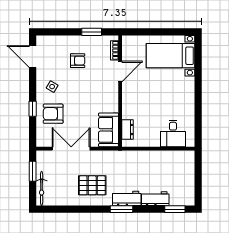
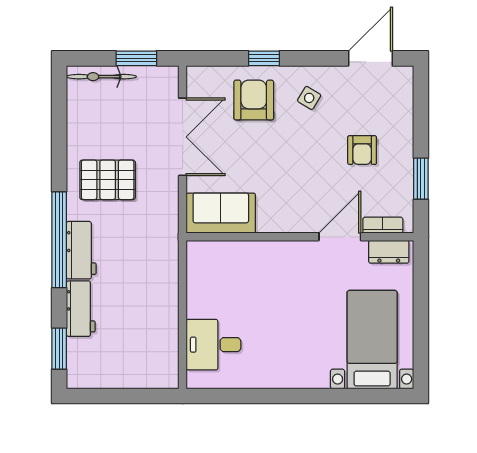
door: (120, 71) -> (340, 237), swing flipped
dresser: (127, 129) -> (389, 252), moved
pallet: (92, 185) -> (108, 180), turned 90
window: (122, 209) -> (59, 240), width x2.11

